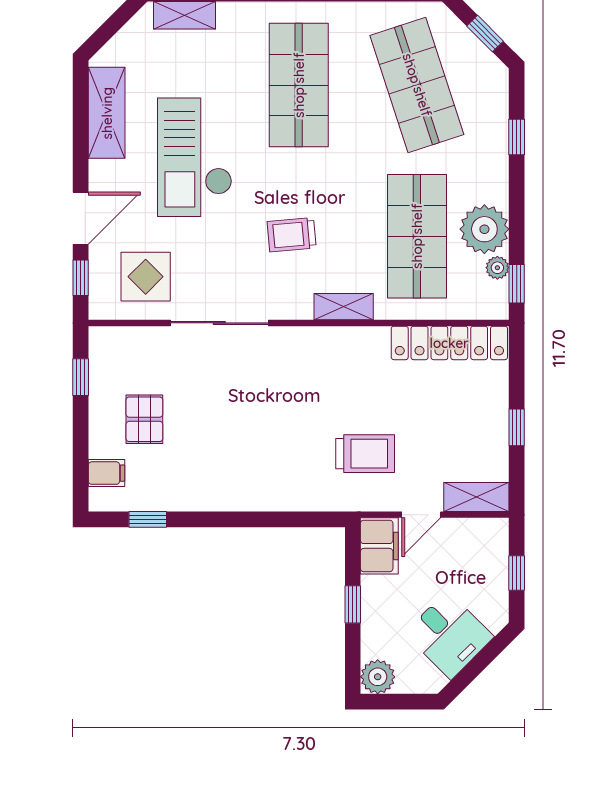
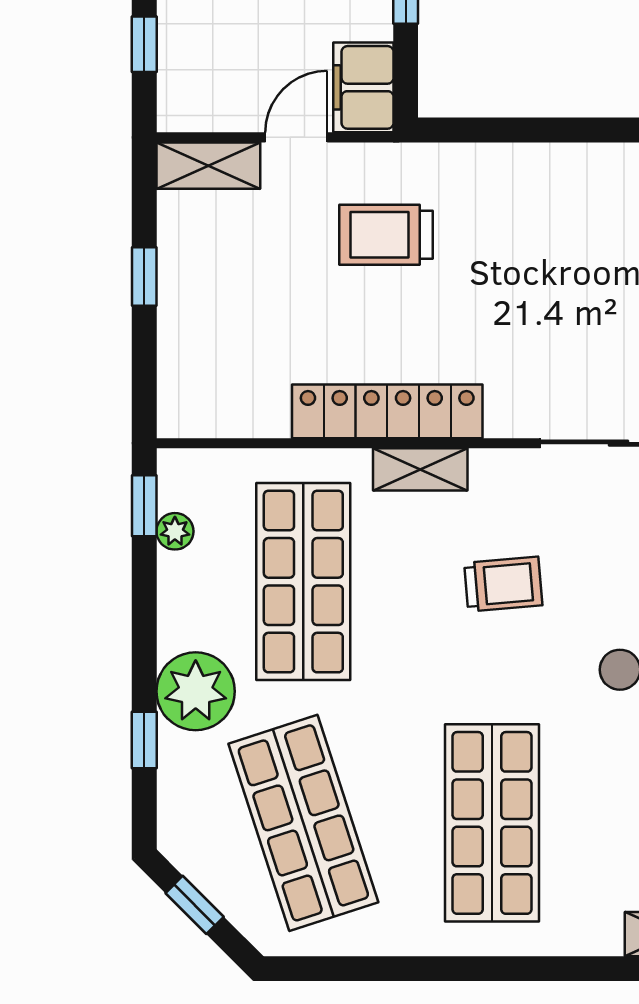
plant: (484, 229) -> (196, 691), moved
locker: (449, 343) -> (387, 411), moved

